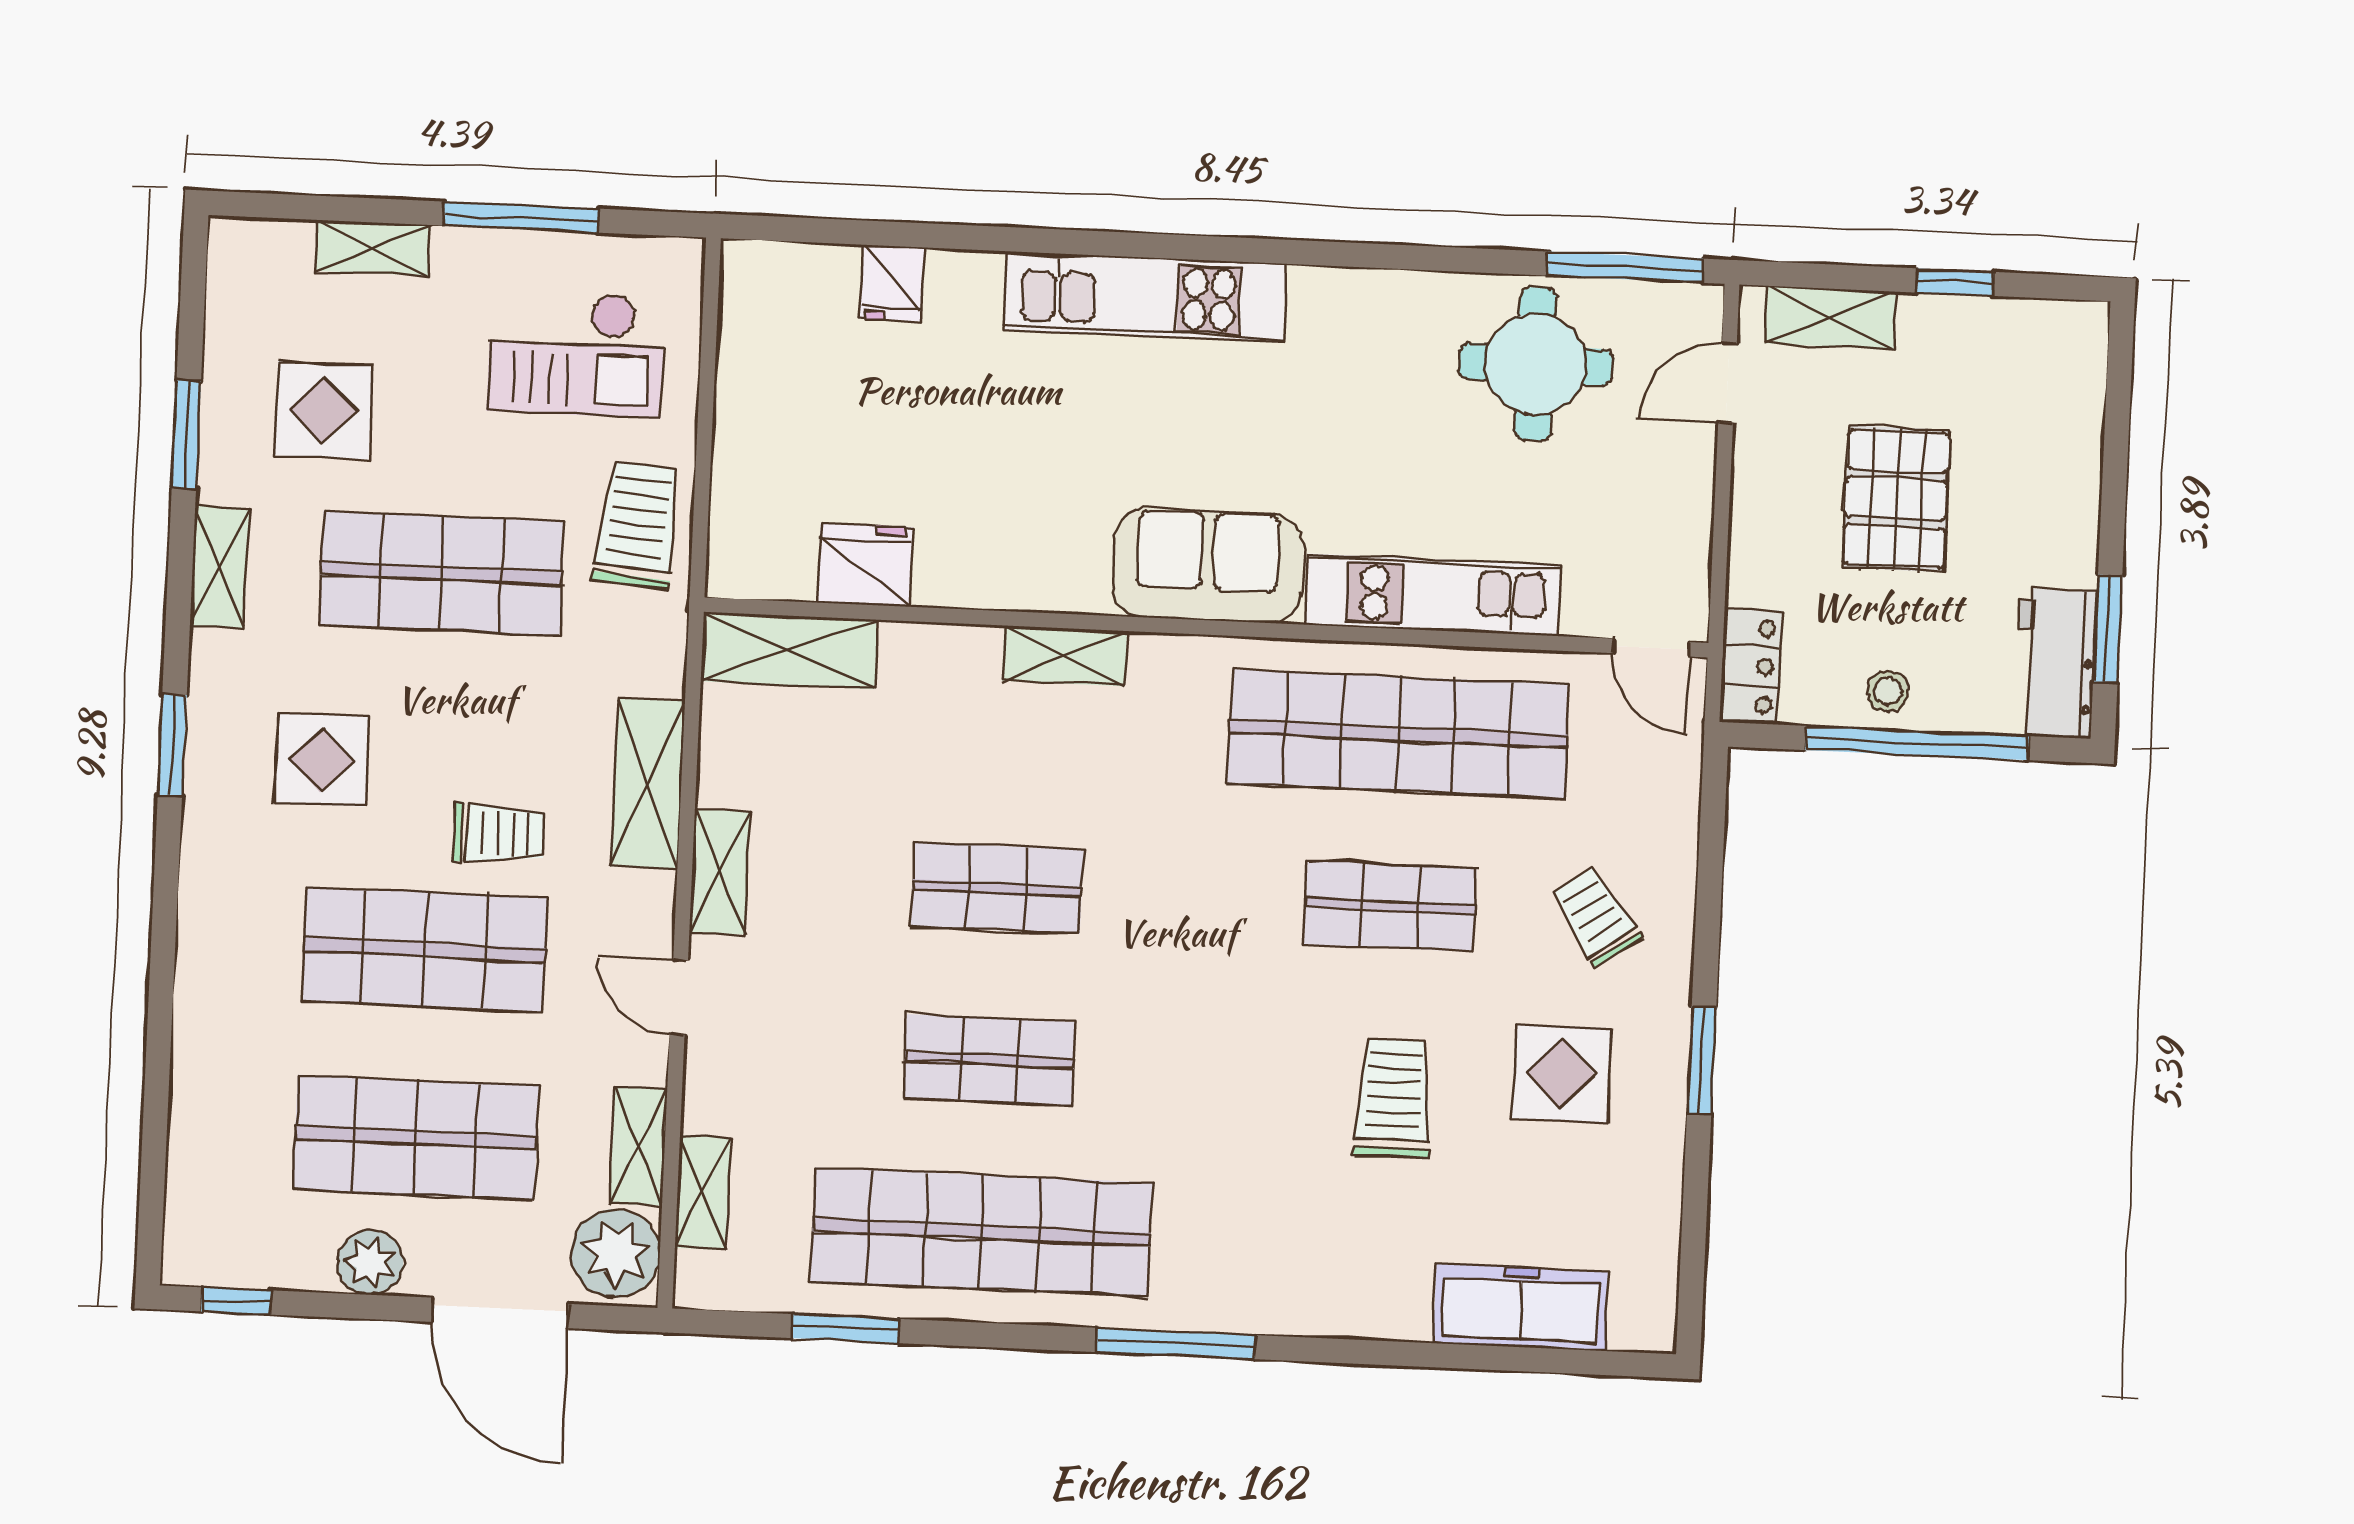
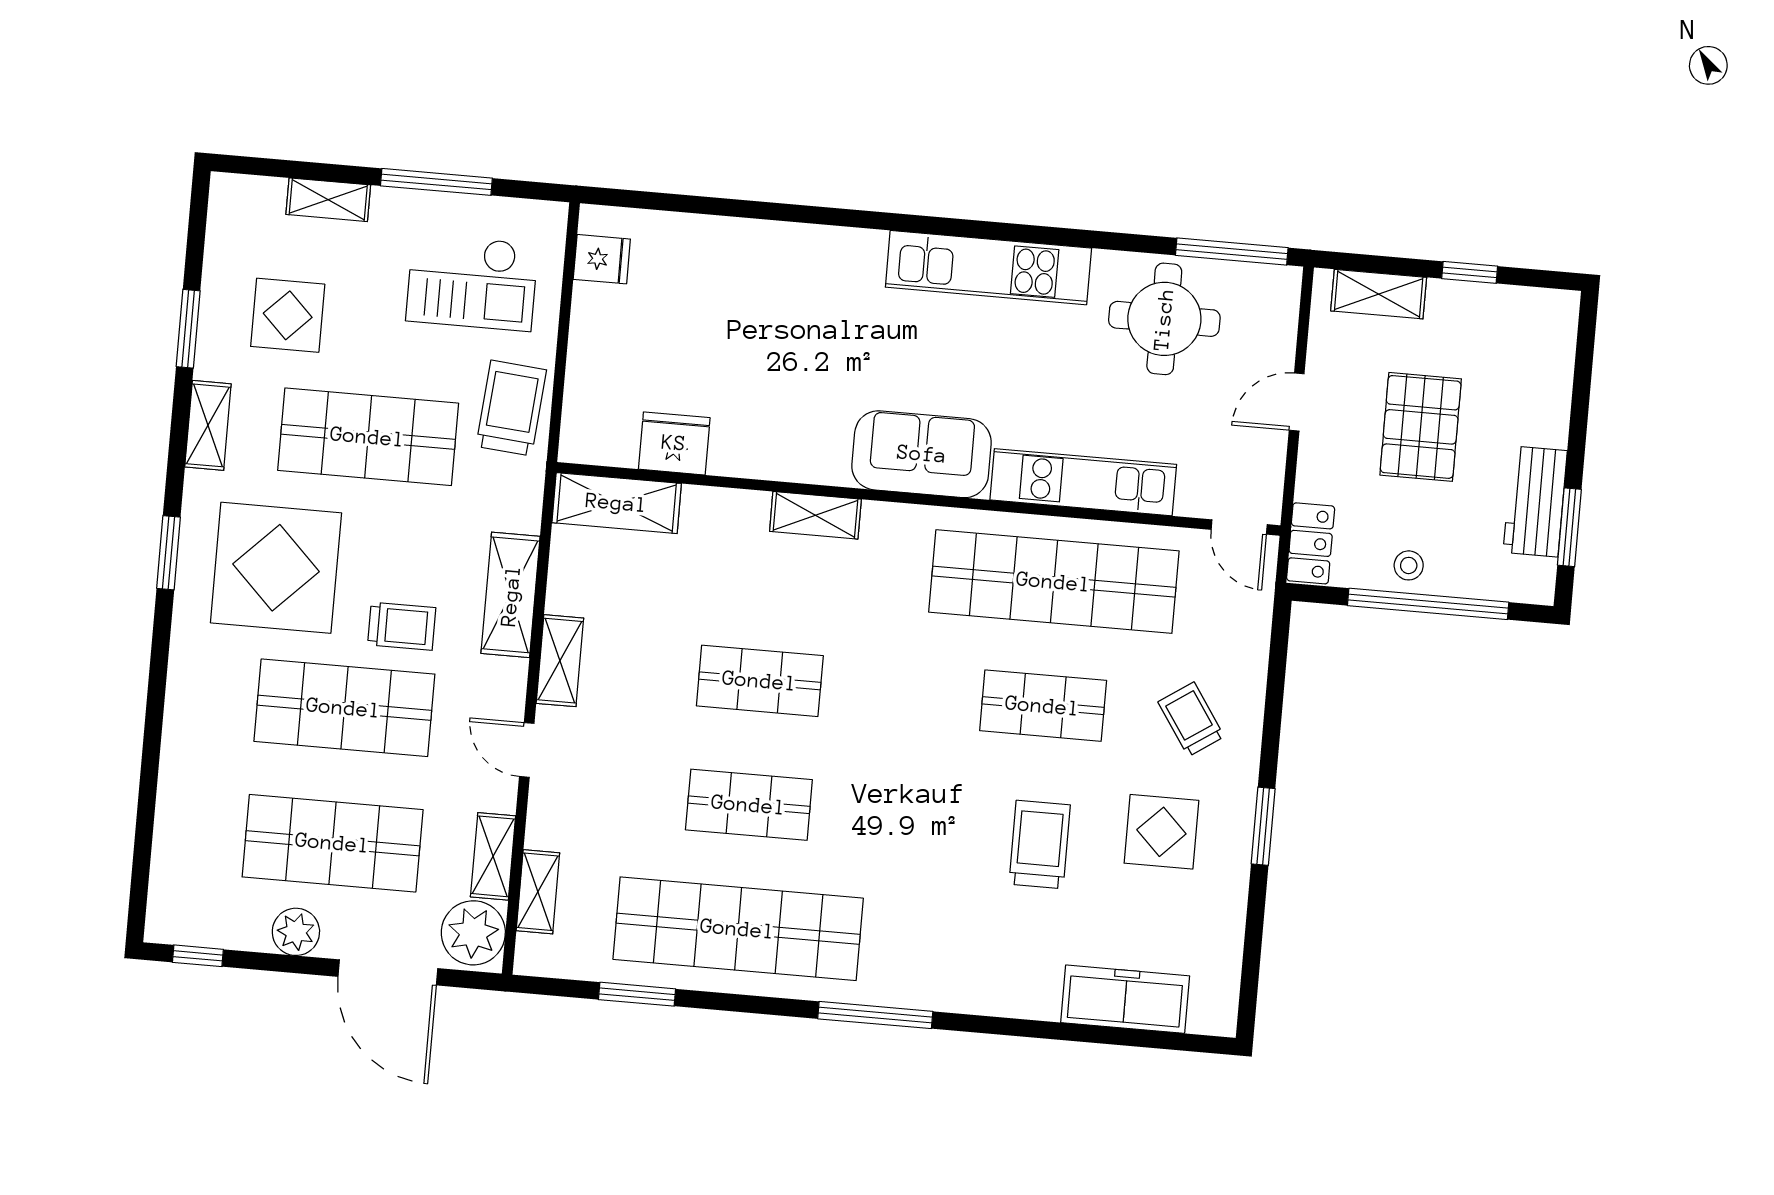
fridge: (892, 283) -> (602, 259), moved, turned -90
kitchen unit: (1145, 297) -> (988, 268), moved
door: (1727, 383) -> (1297, 402), moved
workbench: (2056, 663) -> (1535, 501), moved
display table: (322, 760) -> (276, 568), width x1.86, depth x1.86

